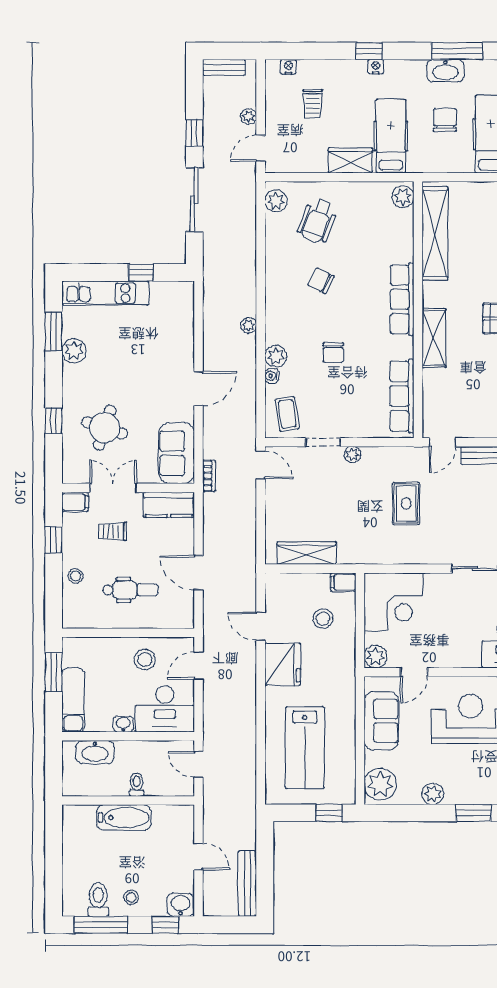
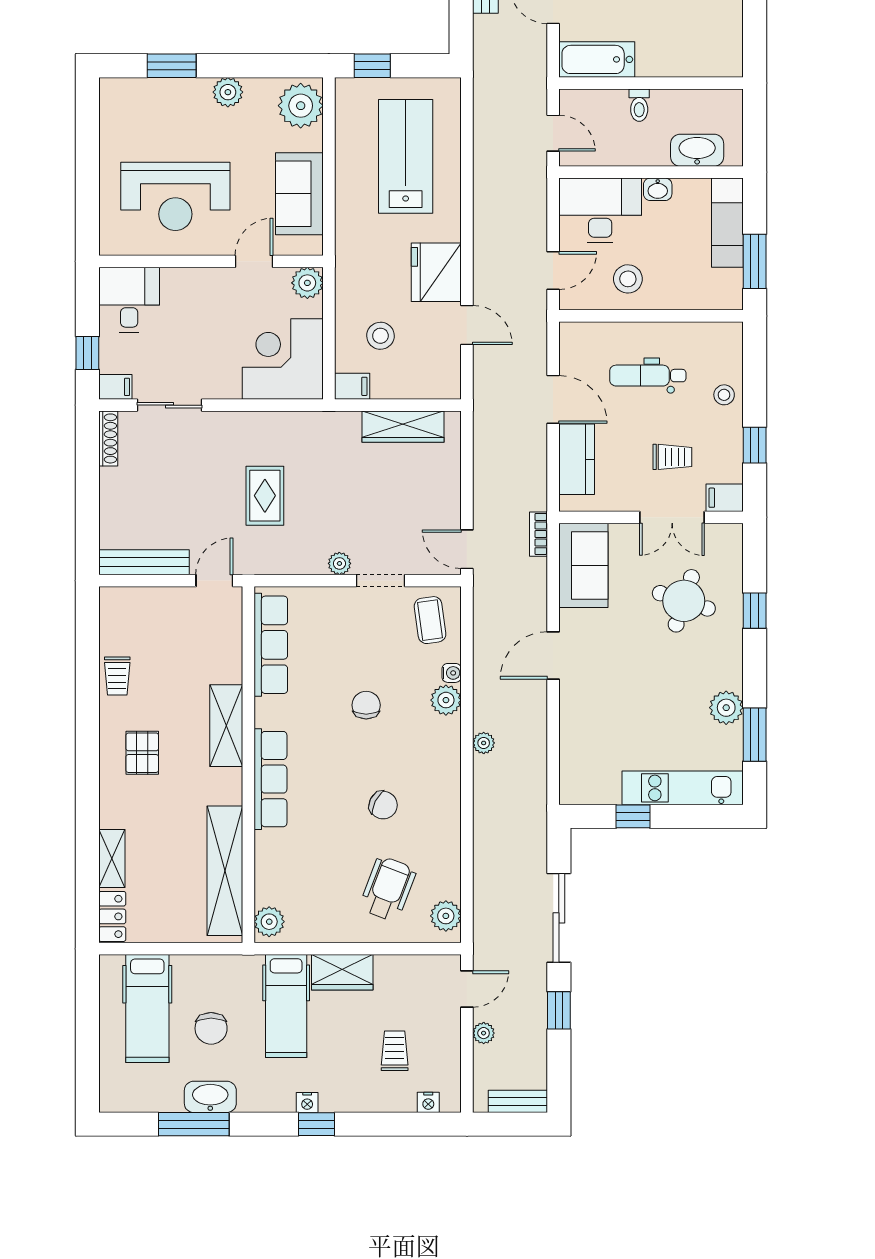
kitchen counter: (169, 505) -> (577, 459), moved, turned 90
bathtub: (124, 818) -> (597, 59), moved

